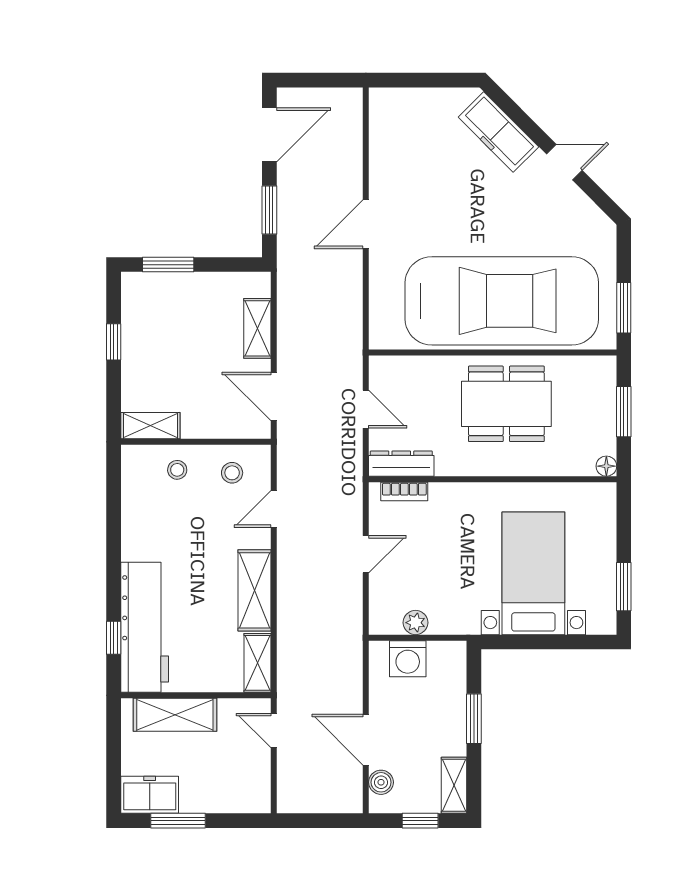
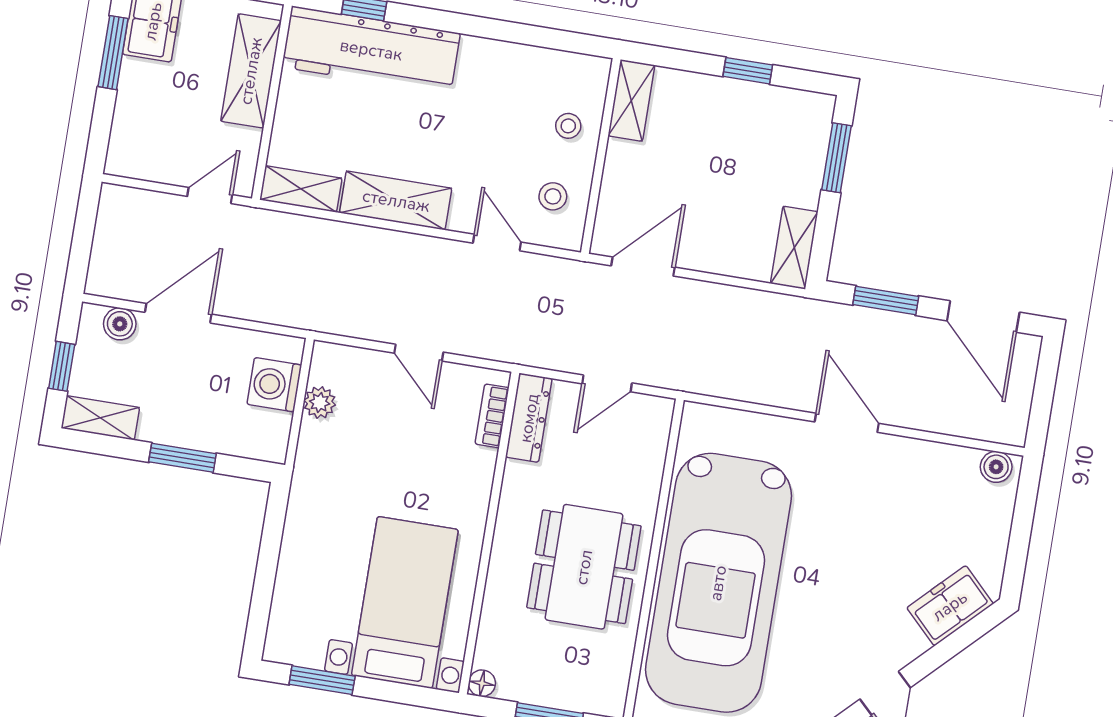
boiler: (381, 107) -> (996, 467), added
freezer: (498, 132) -> (950, 606), width x0.71
shelving: (257, 328) -> (794, 248), moved, turned 90
bed with nightstands: (533, 573) -> (405, 602), moved, turned -90

